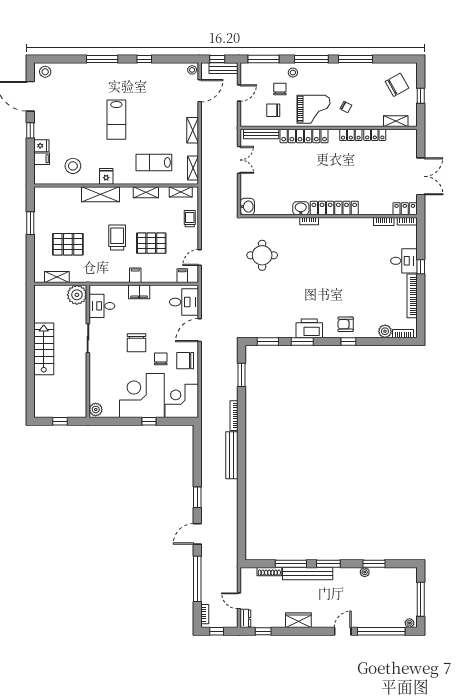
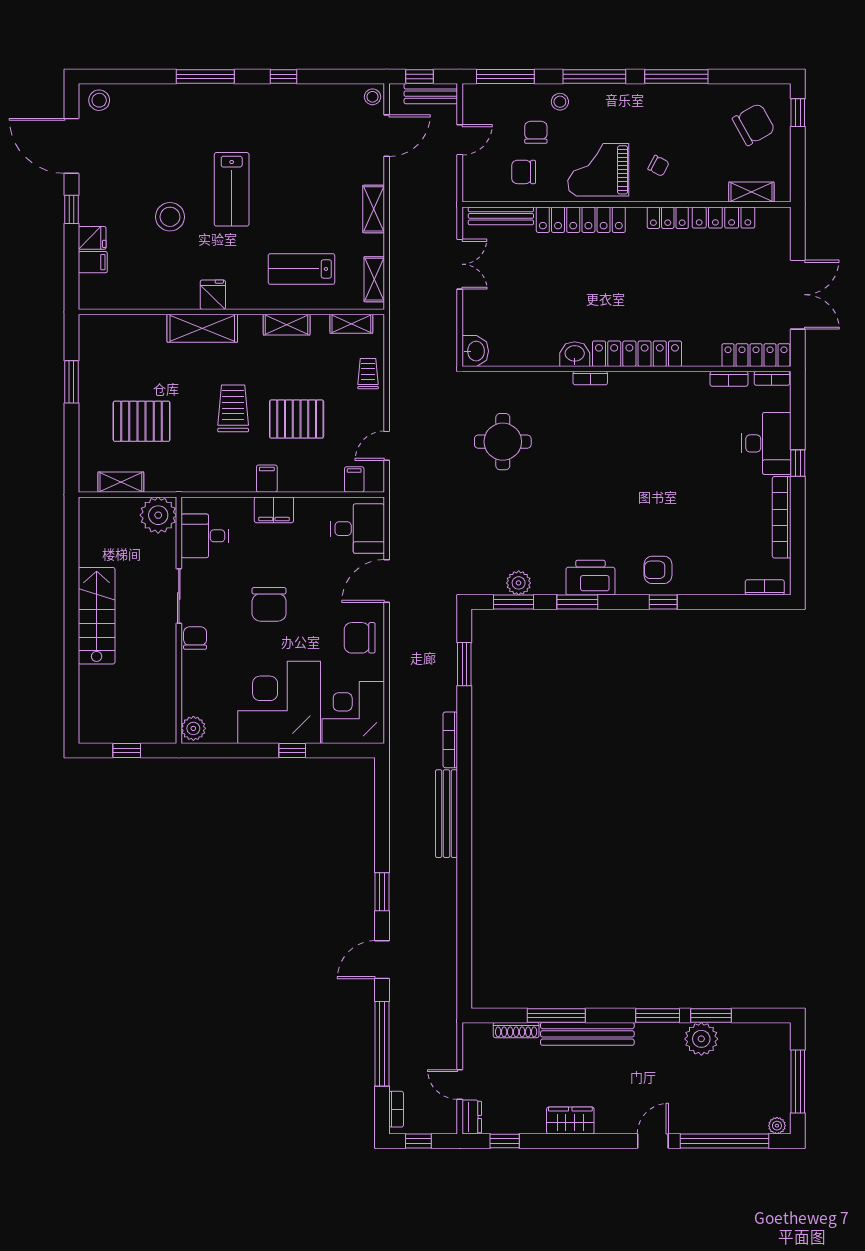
window: (421, 96) -> (798, 113), moved
grand piano: (313, 109) -> (598, 170), turned 180
locker: (375, 135) -> (724, 218), width x1.53
stool: (73, 166) -> (170, 217), moved
locker: (405, 209) -> (756, 355), width x1.53
desk: (404, 261) -> (766, 443), width x1.37
plant: (385, 331) -> (519, 583), moved
chair: (161, 359) -> (195, 638), moved
window: (328, 564) -> (658, 1015), moved
plant: (365, 572) -> (701, 1039), width x1.88, depth x1.88

